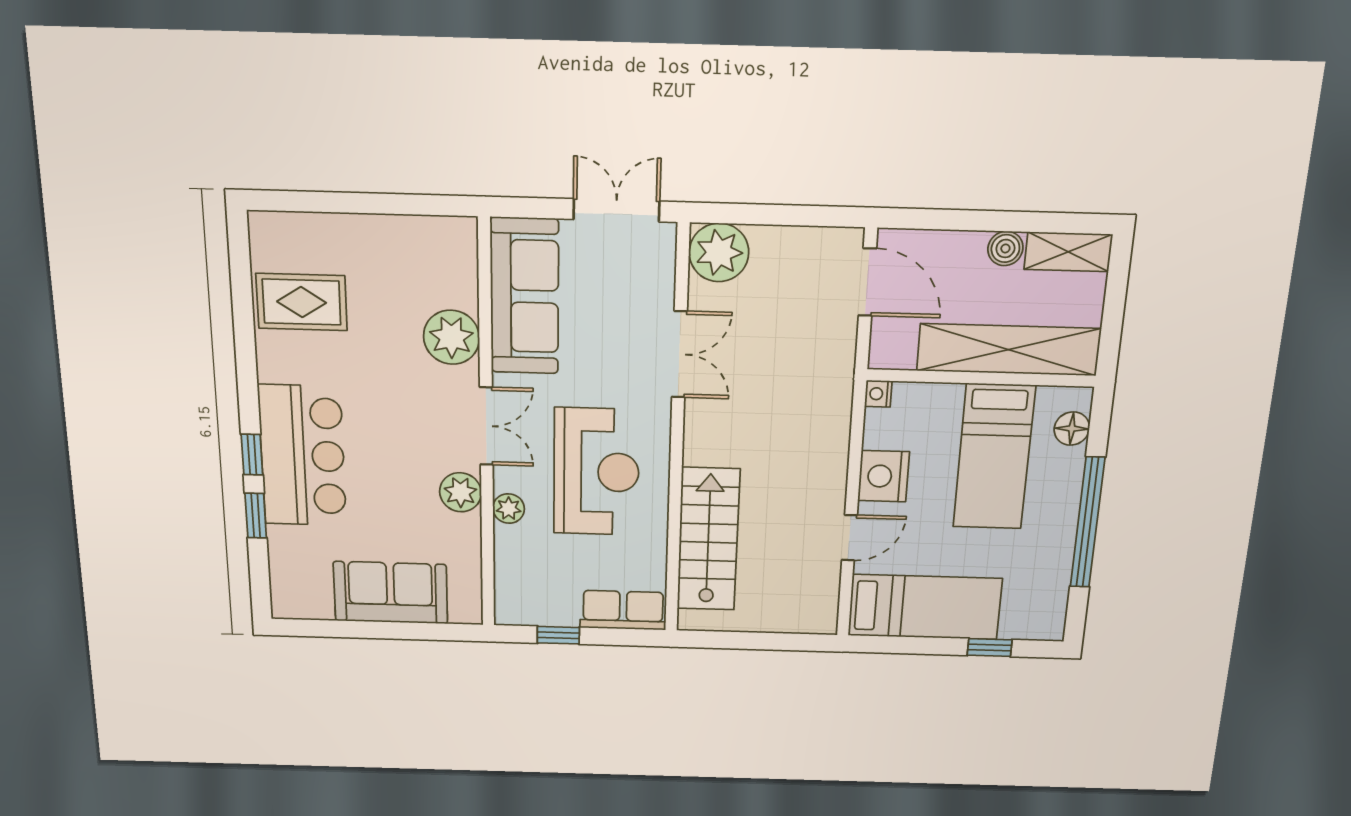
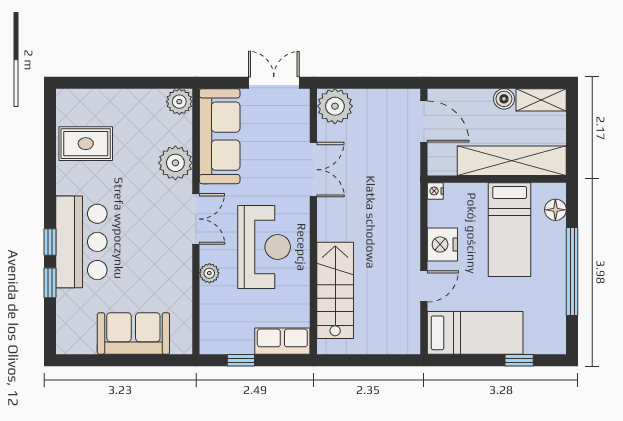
plant: (460, 492) -> (179, 102), moved

